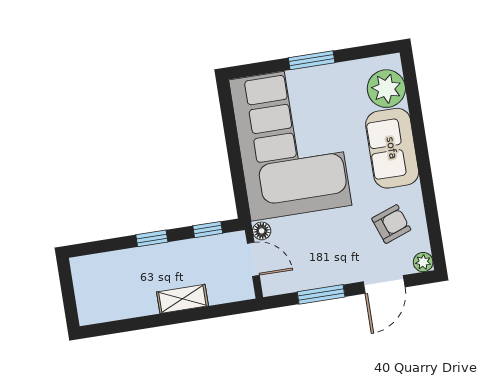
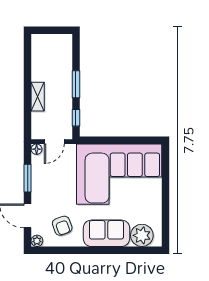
window: (312, 60) -> (165, 194), removed
floor lamp: (262, 231) -> (37, 149), moved
window: (152, 238) -> (76, 84), width x1.50

